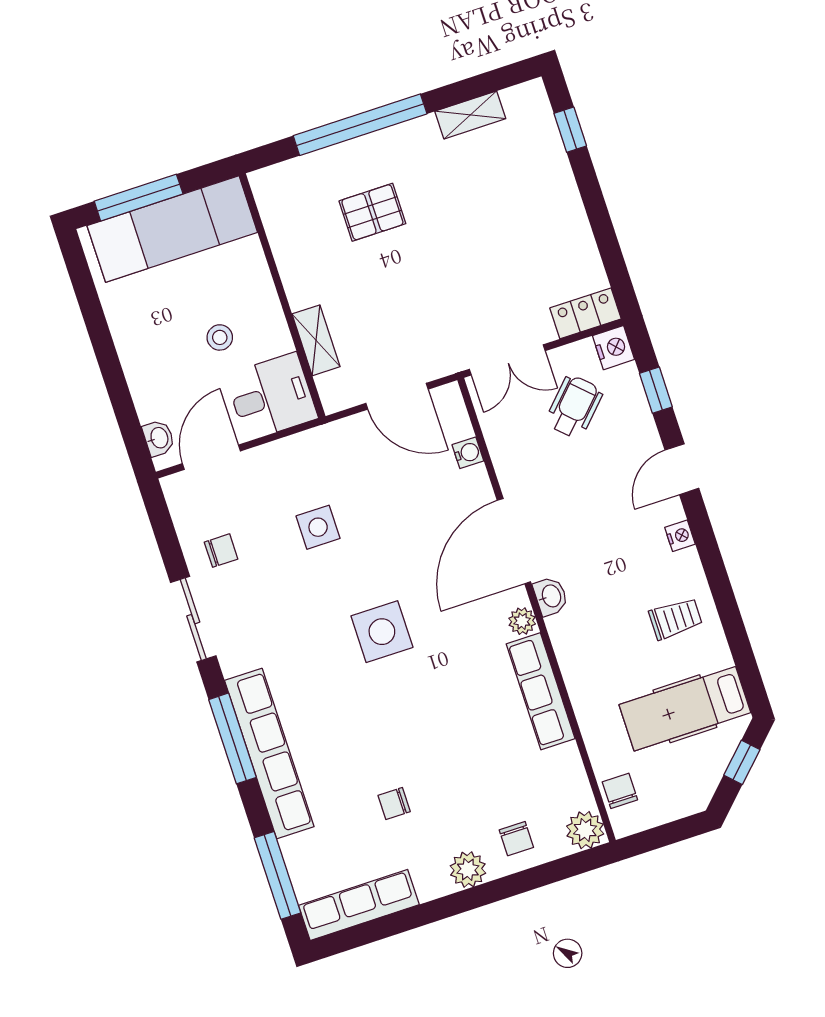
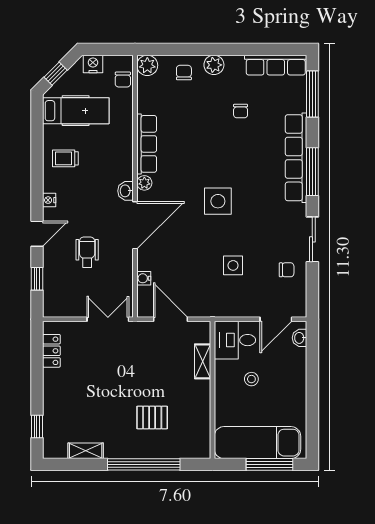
locker: (586, 313) -> (51, 351), moved, turned -90
nightstand: (613, 348) -> (93, 64), moved, turned 90
wheelchair: (574, 407) -> (87, 252), moved, turned 136
chair: (221, 551) -> (287, 270), turned 180
chair: (394, 804) -> (241, 111), turned 90

